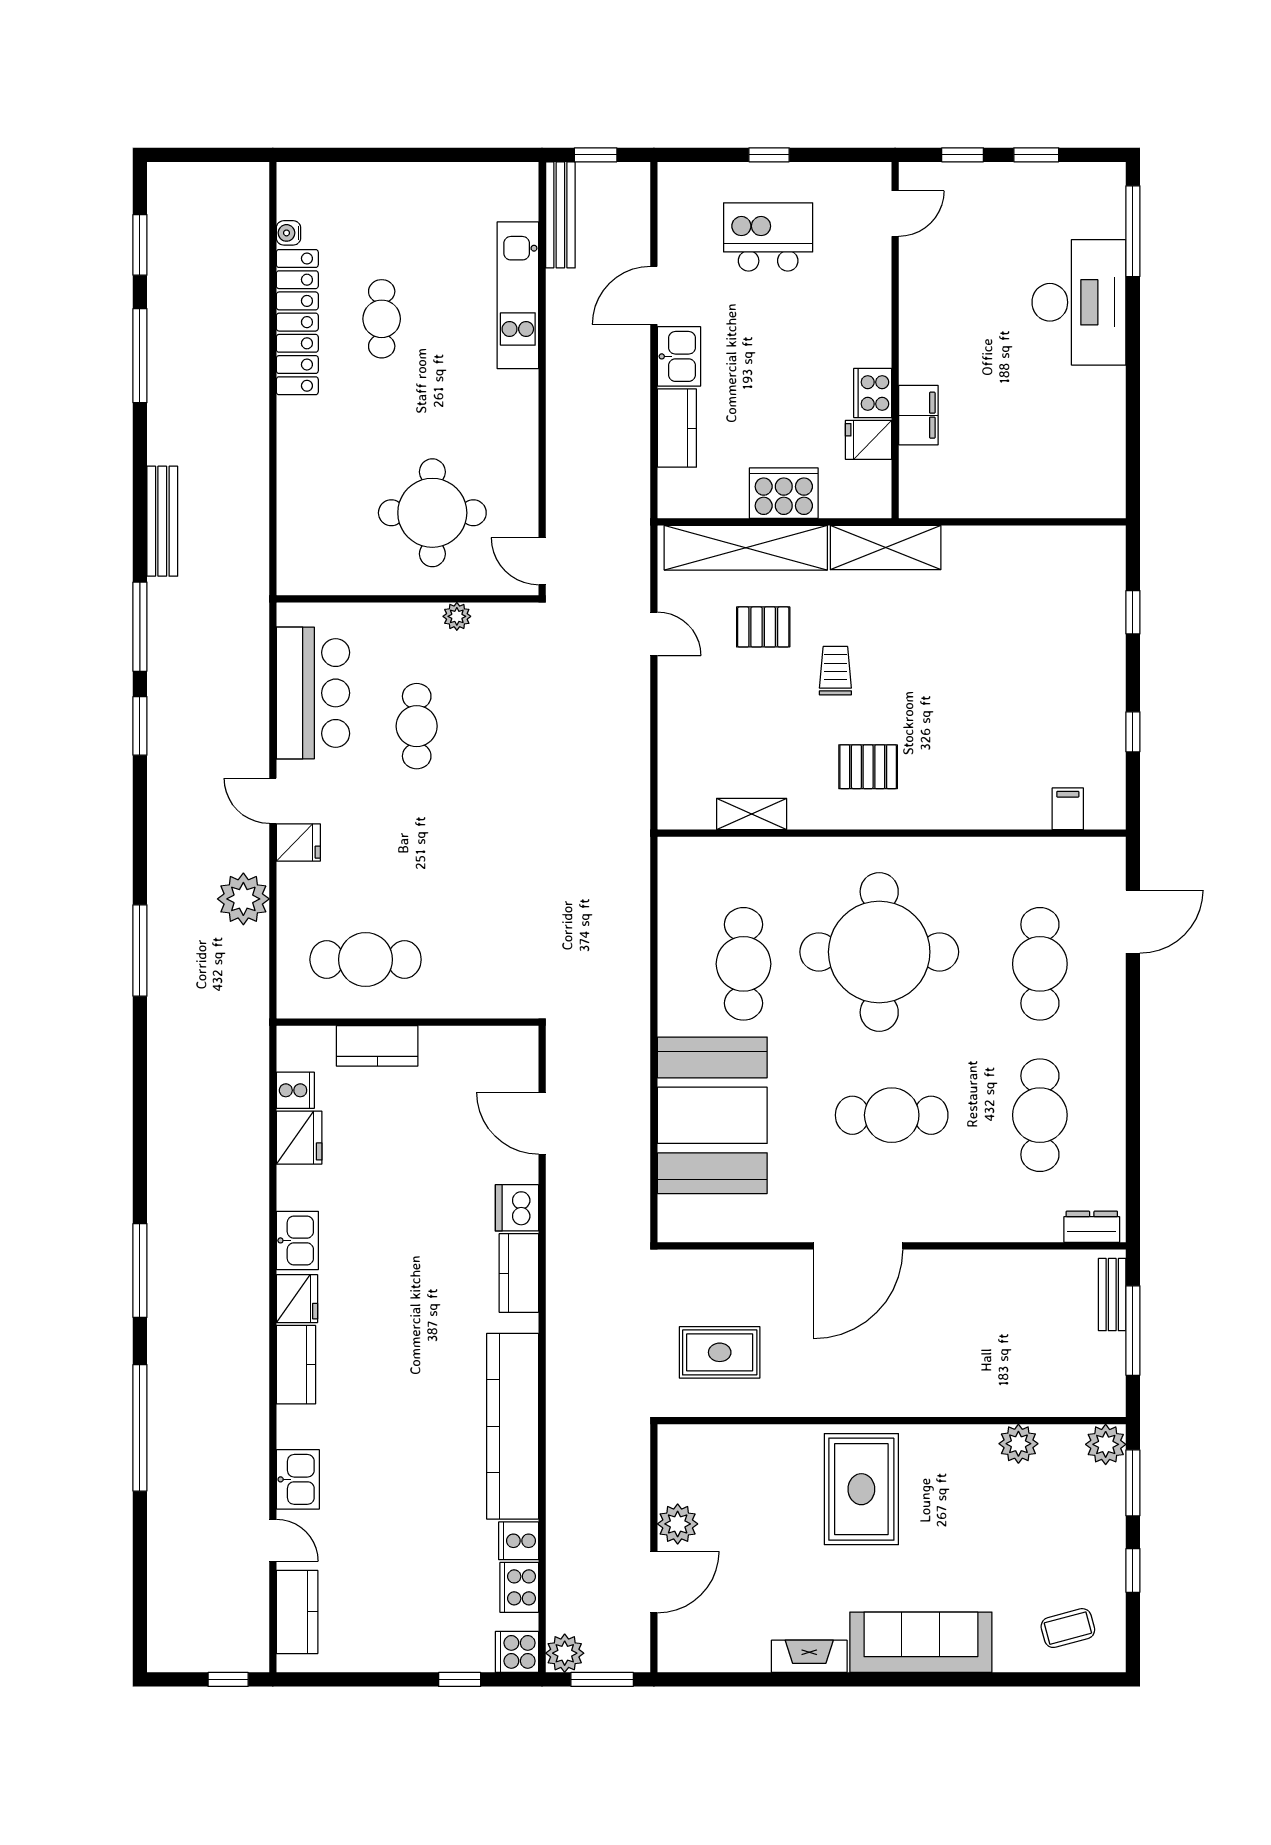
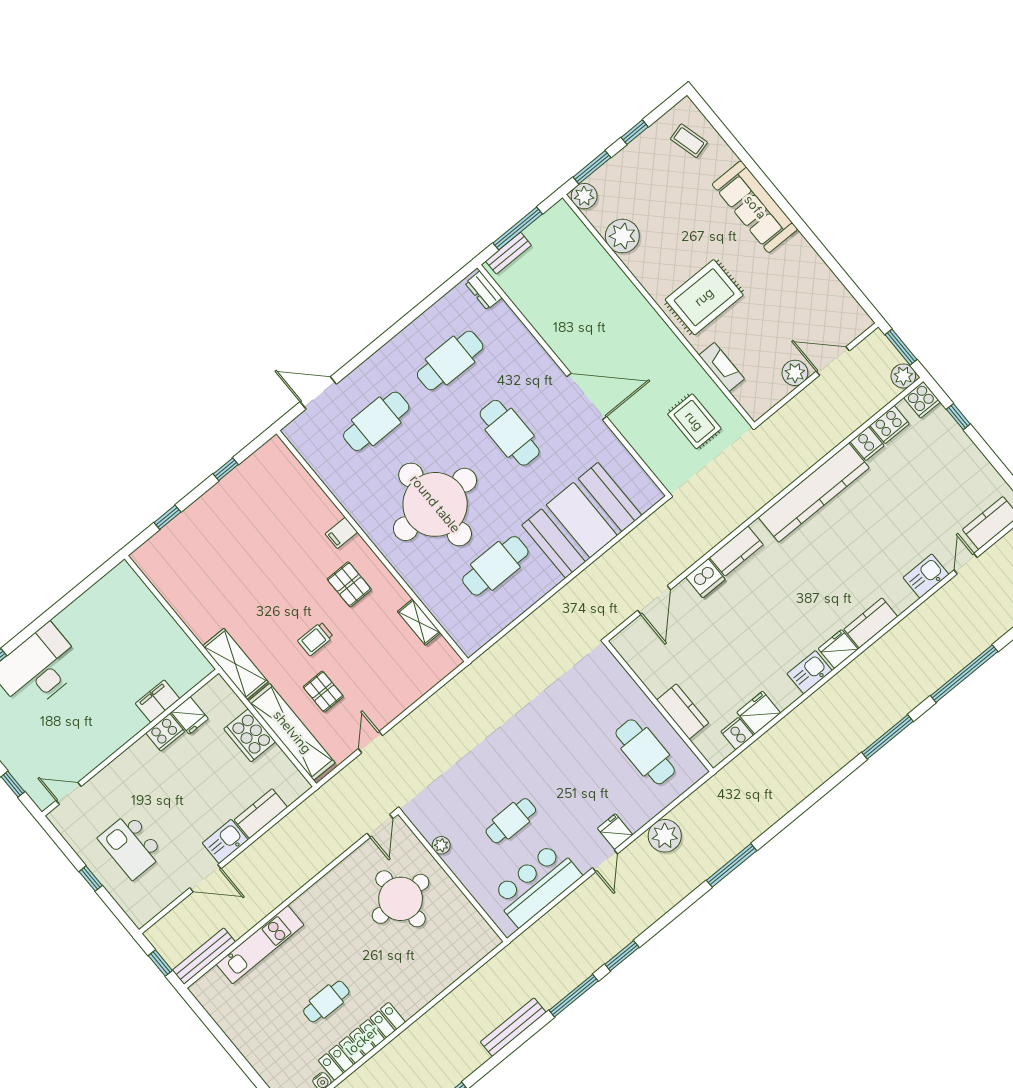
filing cabinet: (1068, 809) -> (341, 533), moved
plant: (1018, 1444) -> (622, 236), width x1.36, depth x1.36
fireplace: (809, 1656) -> (722, 367), moved, turned 180

